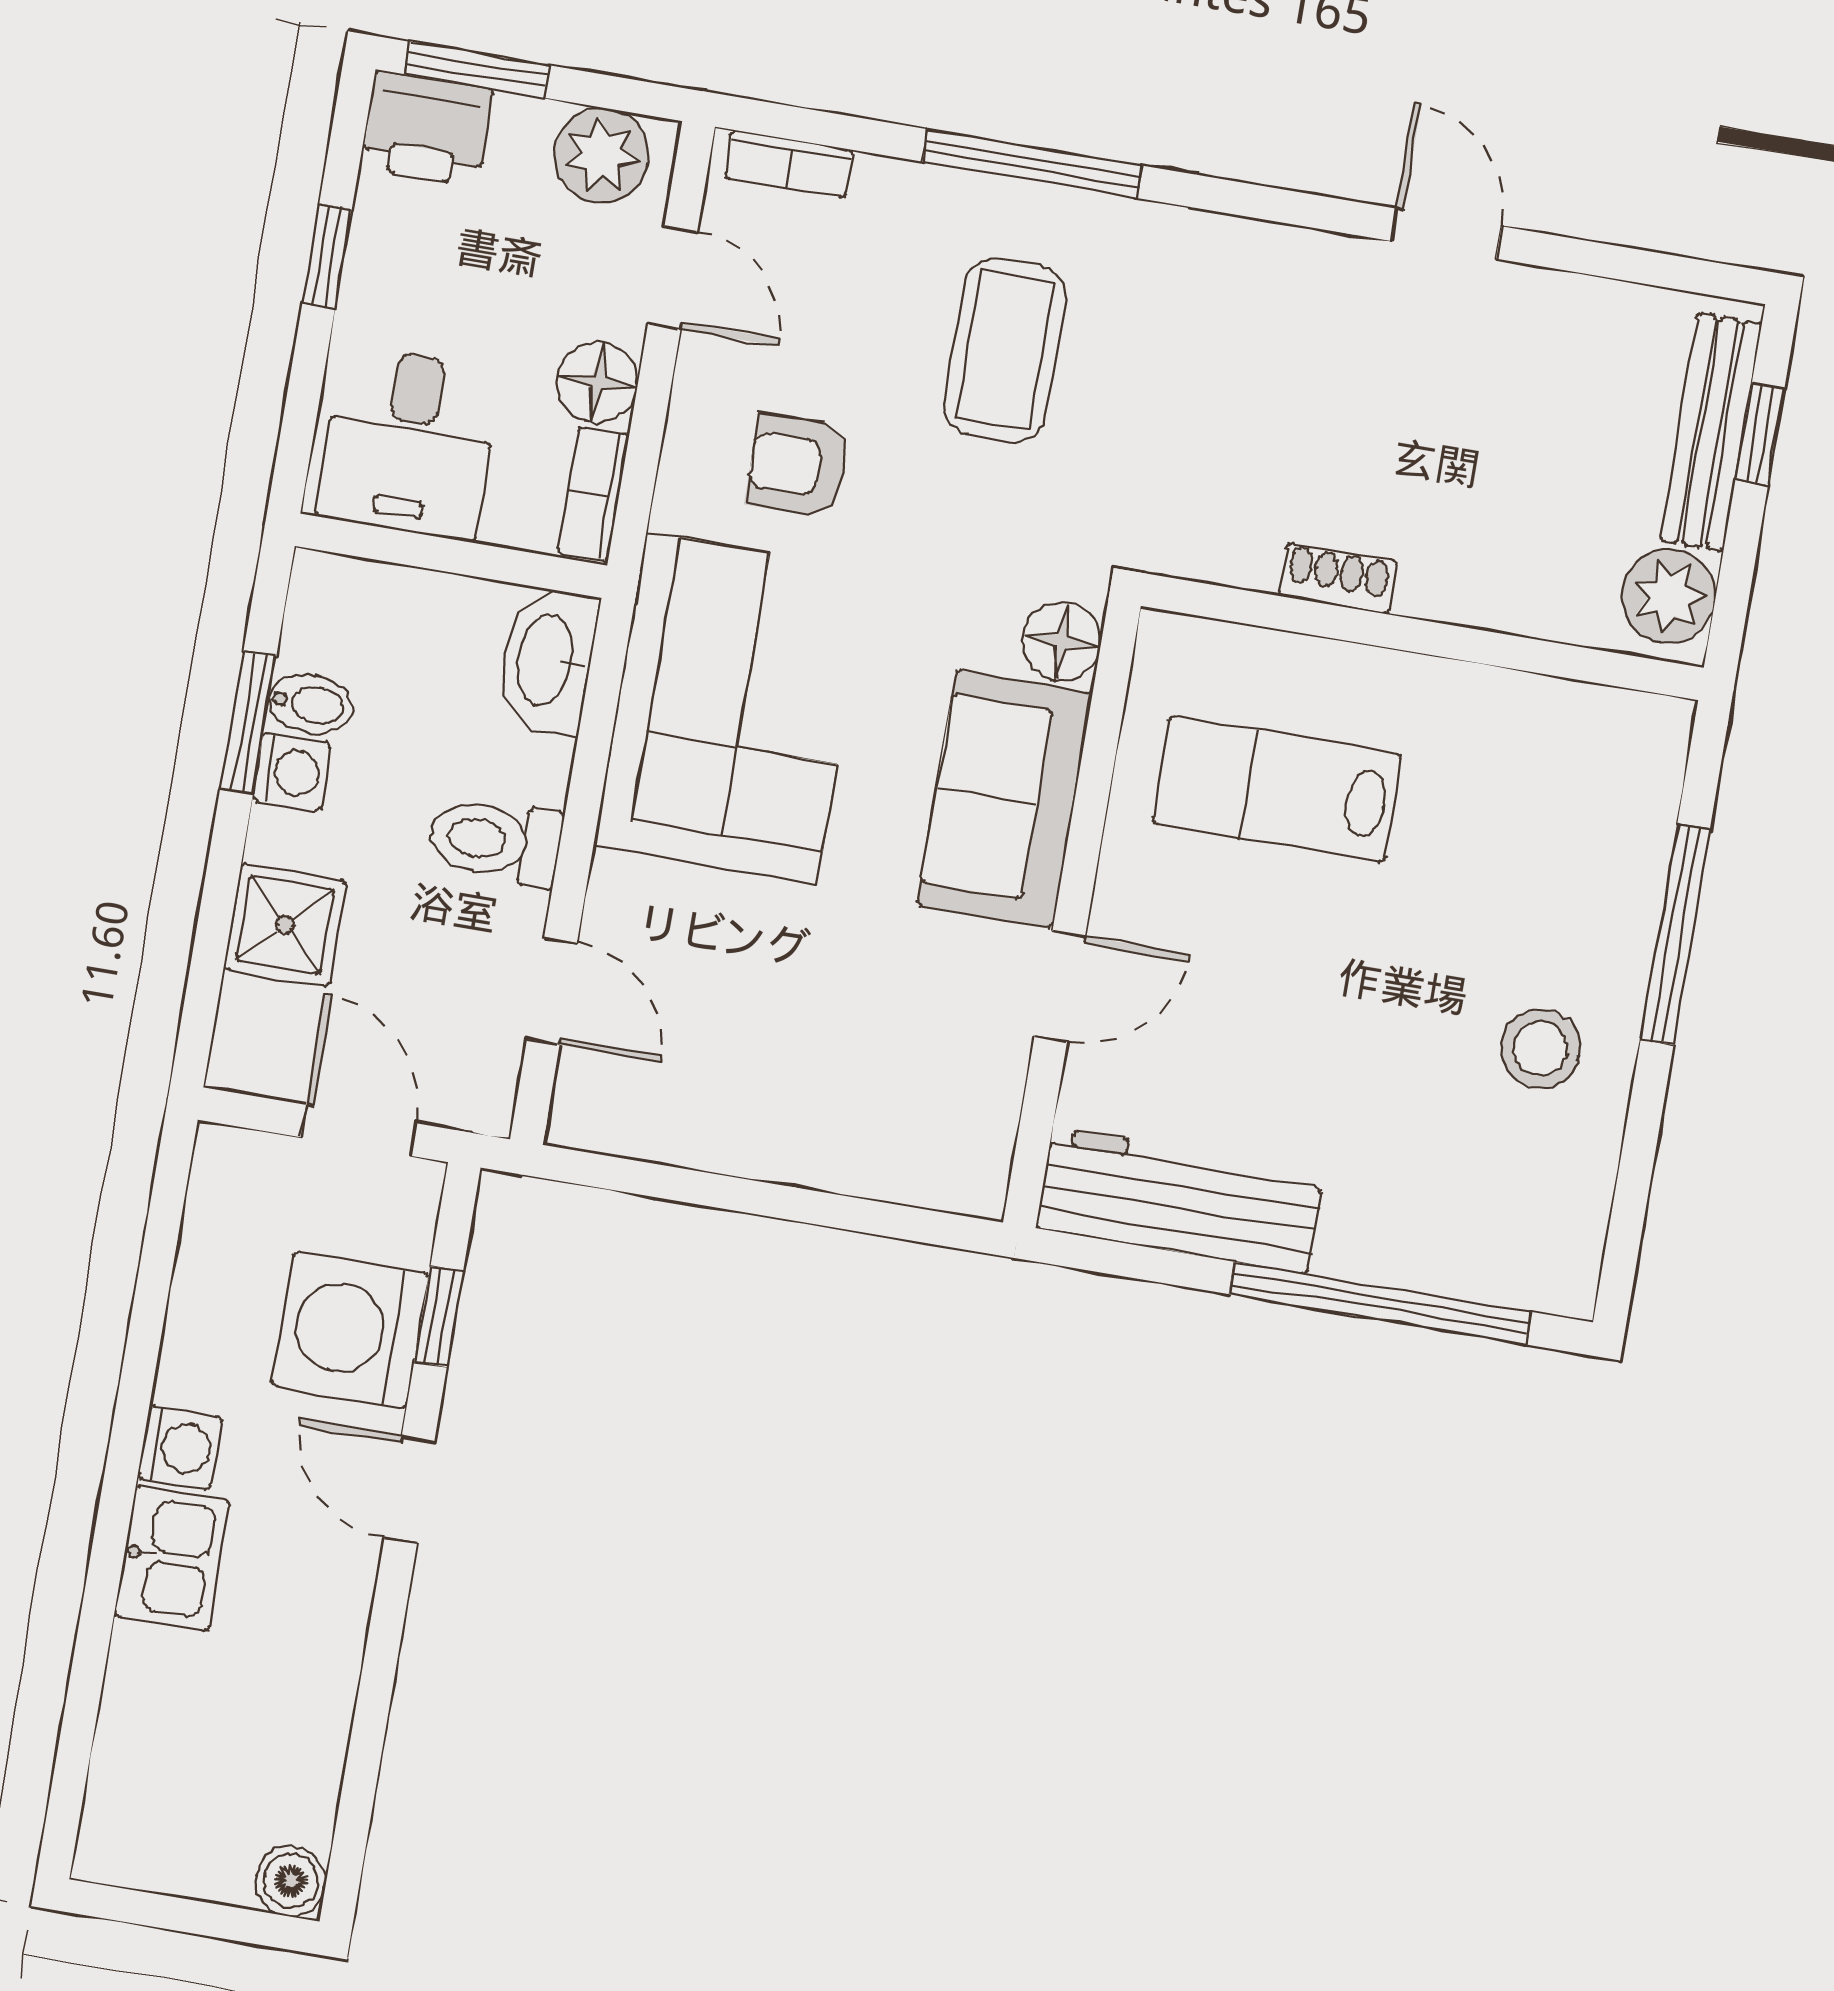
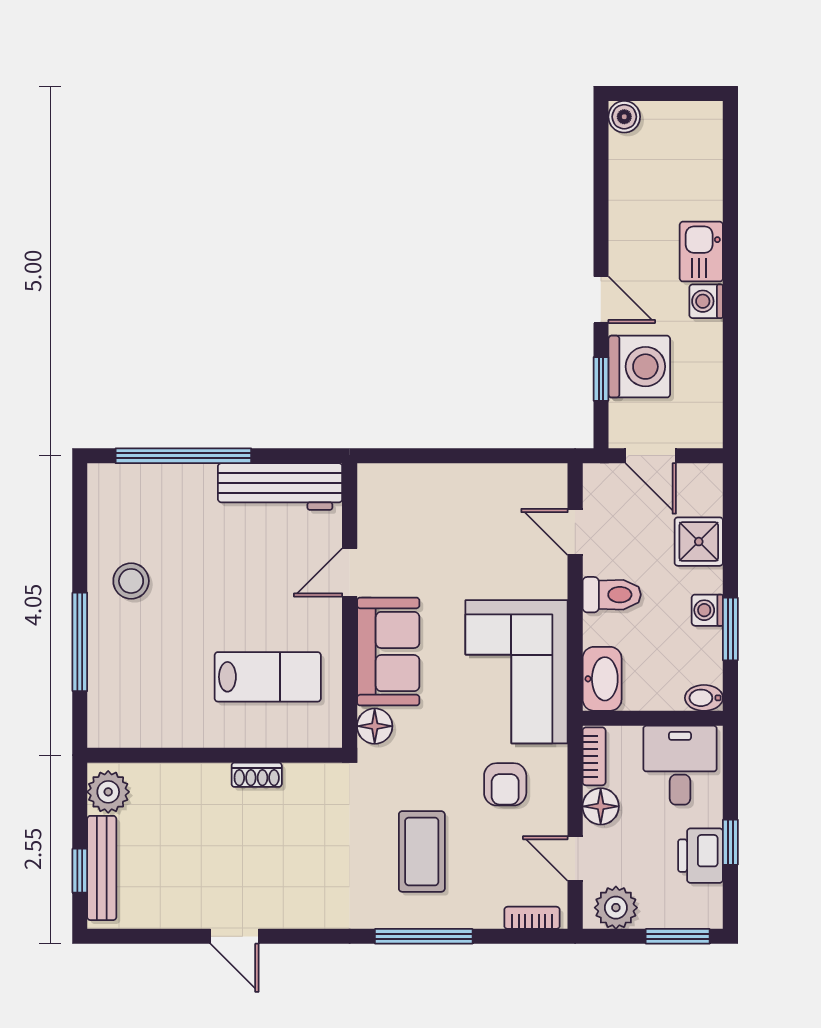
printer: (426, 128) -> (700, 856), moved, turned -90
armchair: (798, 466) -> (505, 784), turned 90
bidet: (311, 704) -> (704, 698), moved

